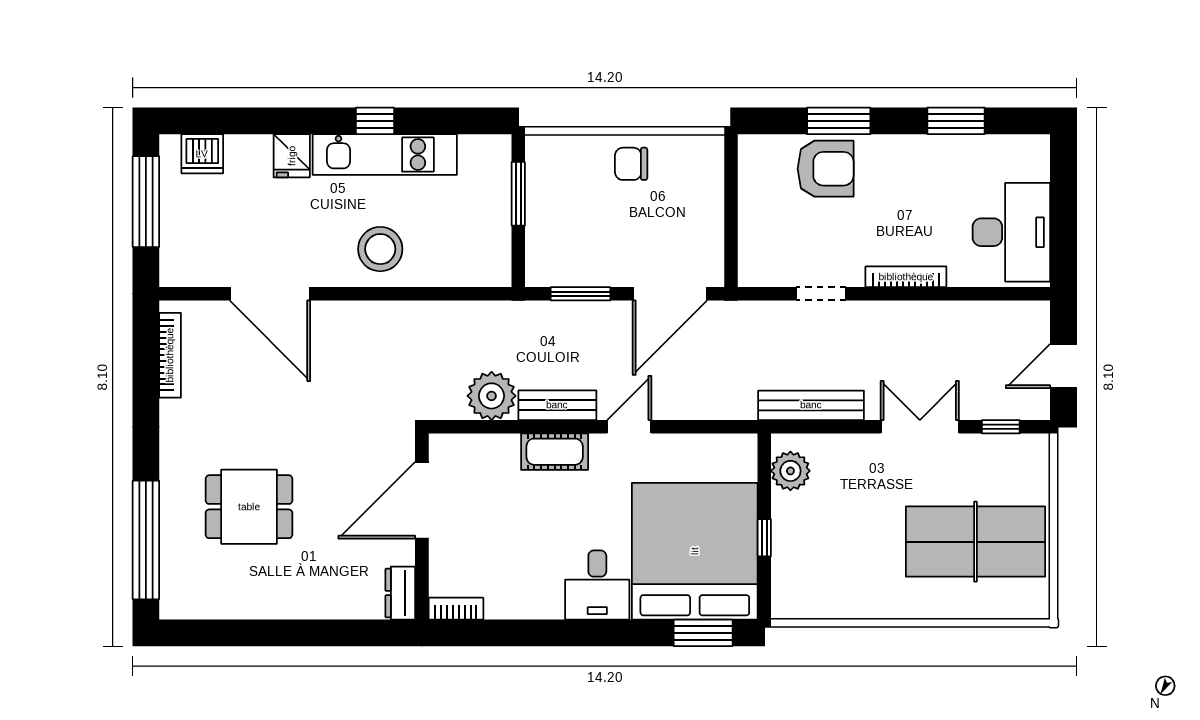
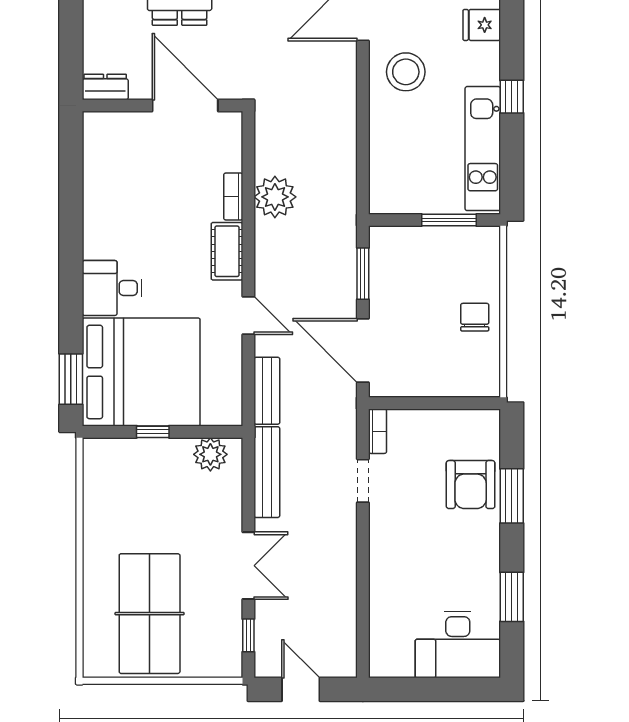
kitchen unit: (385, 155) -> (483, 149), moved
desk: (1011, 232) -> (458, 645), moved
stool: (380, 249) -> (406, 72), moved
bookcase: (906, 277) -> (378, 431), moved, width x0.64
bench: (557, 405) -> (267, 391), moved
door: (422, 500) -> (185, 106), moved
wall: (422, 527) -> (163, 106), moved
dresser: (400, 593) -> (105, 87), moved
bookcase: (456, 609) -> (233, 196), moved, turned 180

